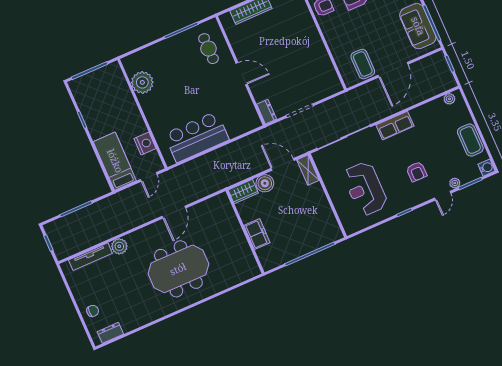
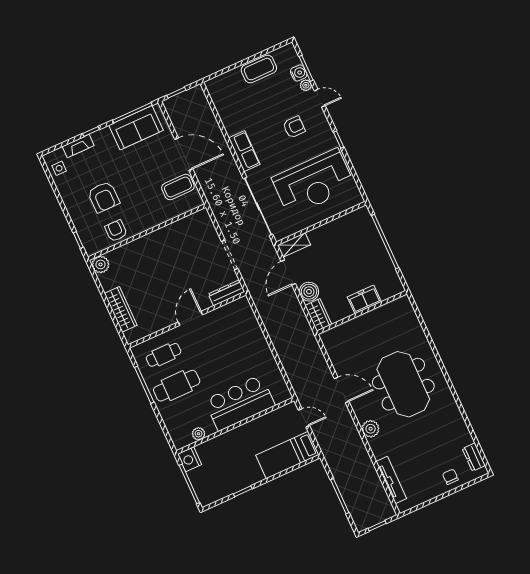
cafe table: (180, 60) -> (177, 386), added
plant: (142, 82) -> (199, 434), width x0.53, depth x0.53
plant: (449, 99) -> (214, 92), removed
dresser: (267, 112) -> (226, 293), width x1.44
bar counter: (197, 137) -> (240, 403), moved, turned 90
nightstand: (145, 144) -> (190, 459), moved, turned -90
water cooler: (486, 168) -> (299, 73), moved, turned 90
reception desk: (365, 189) -> (313, 183), width x1.36, depth x1.30
plant: (119, 246) -> (371, 429), moved

